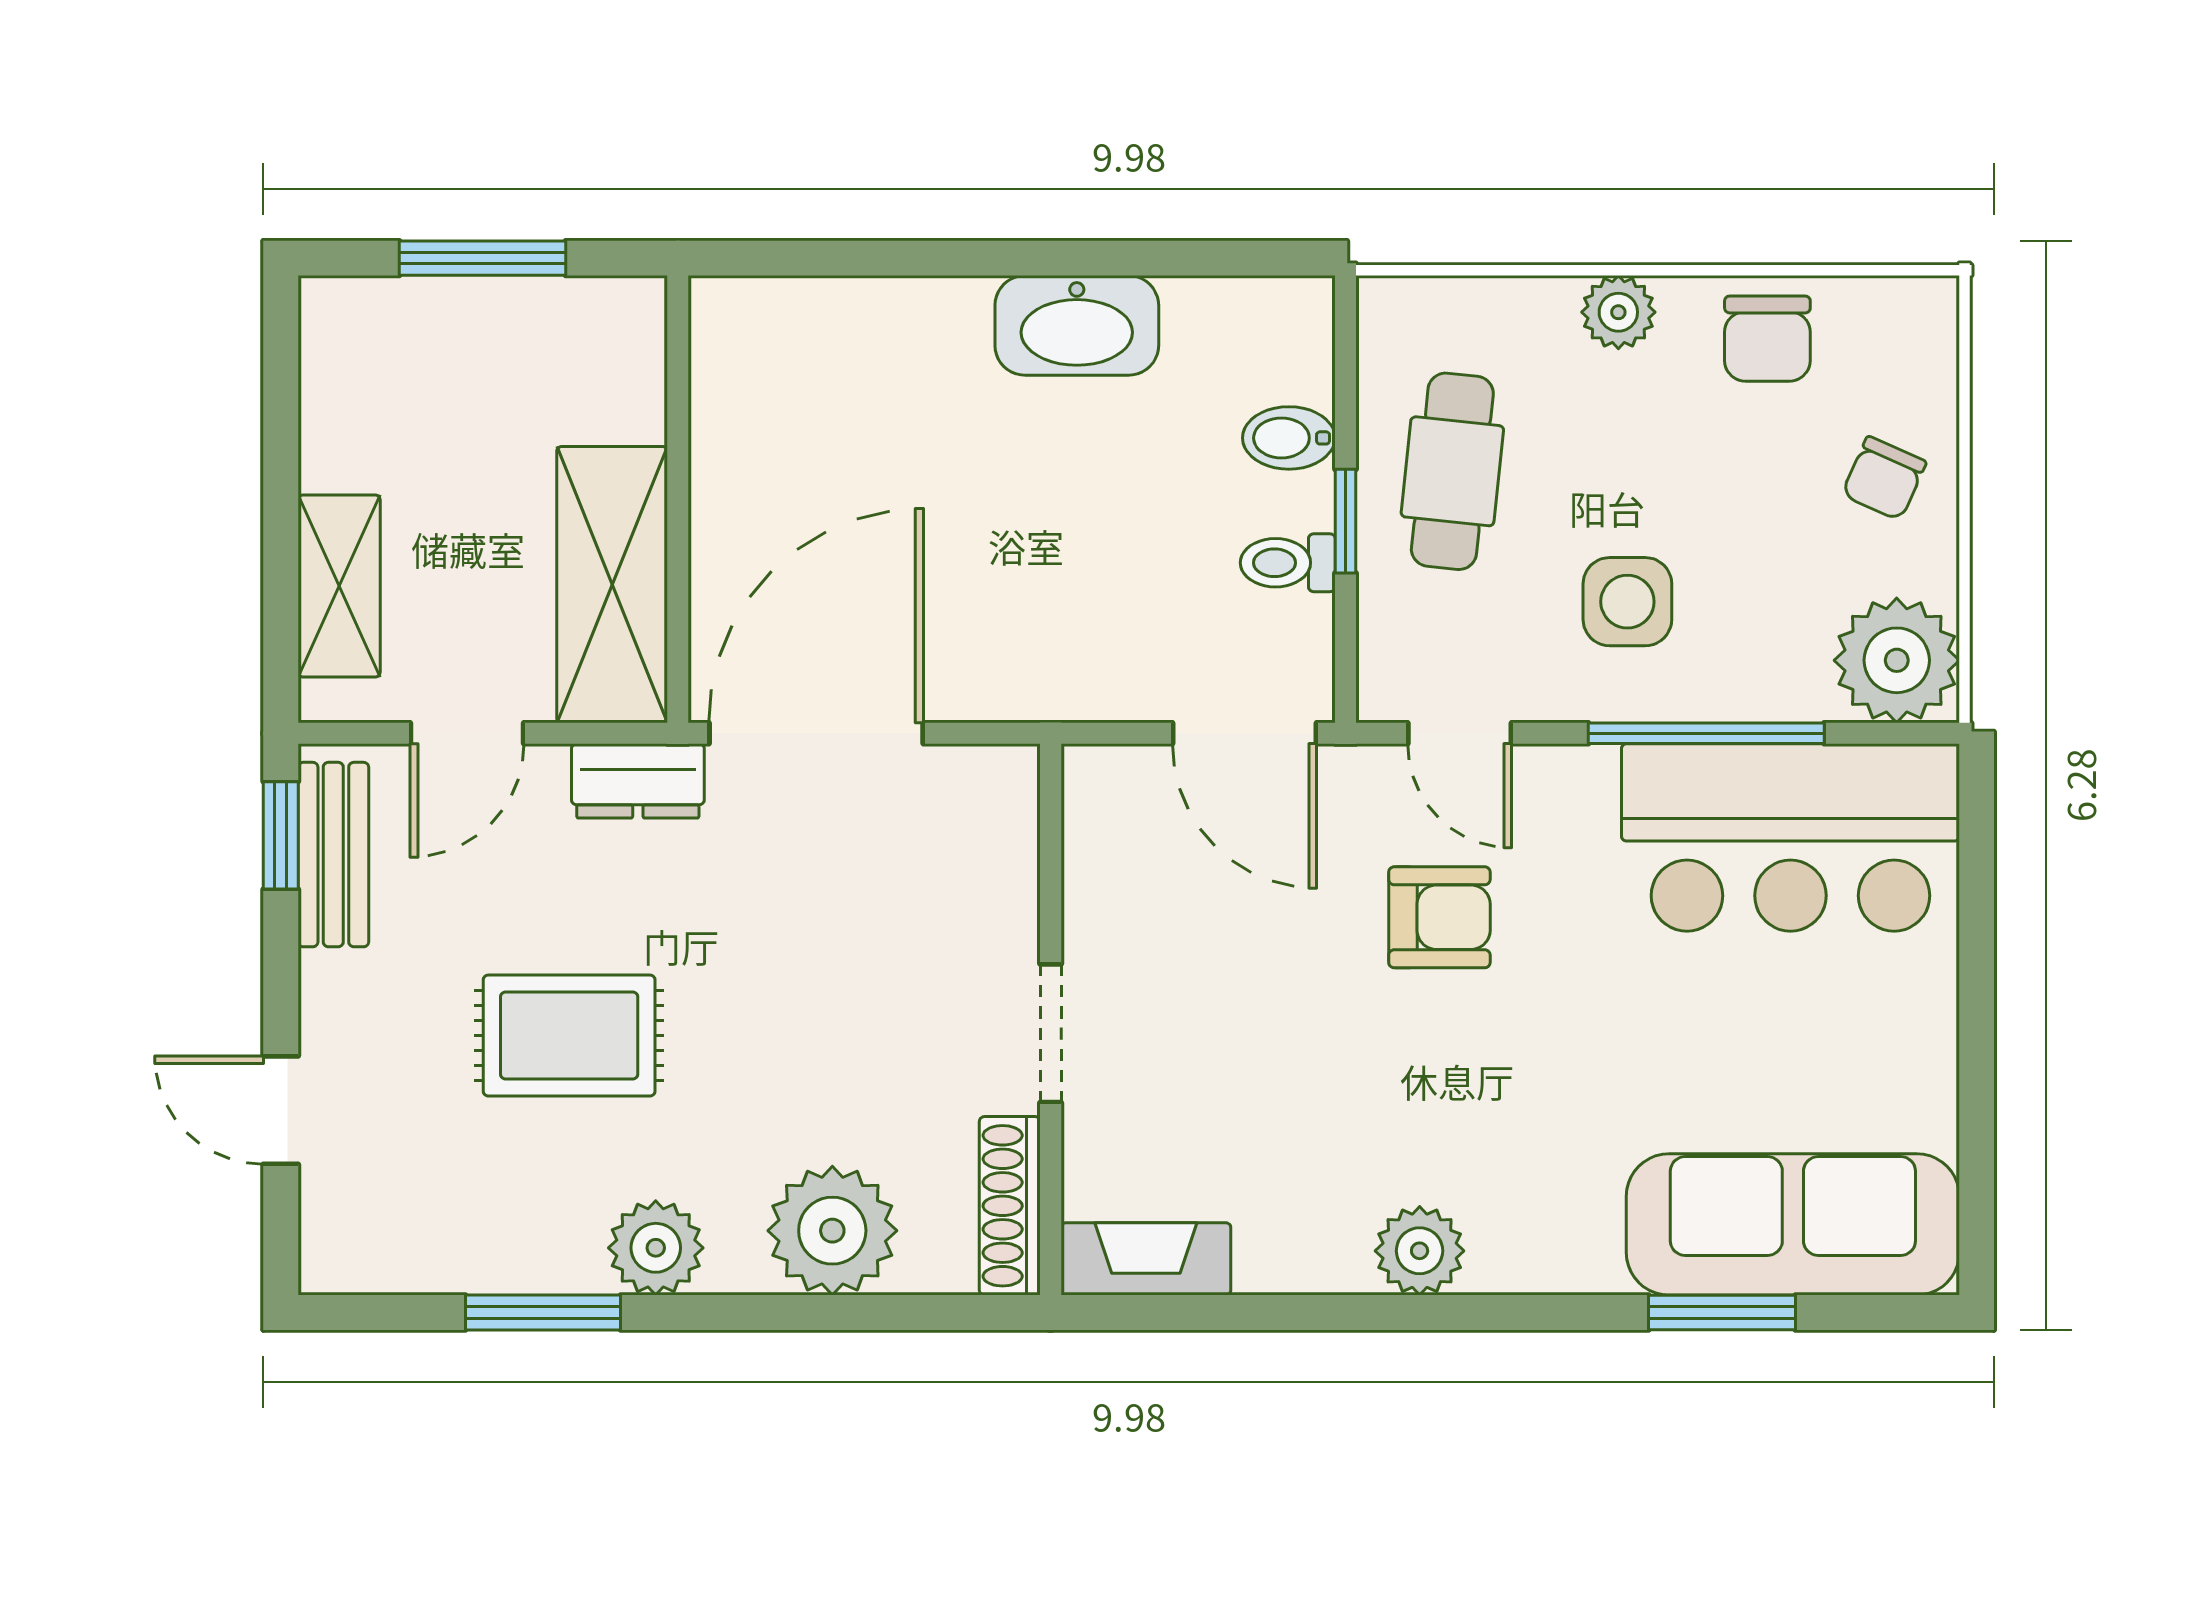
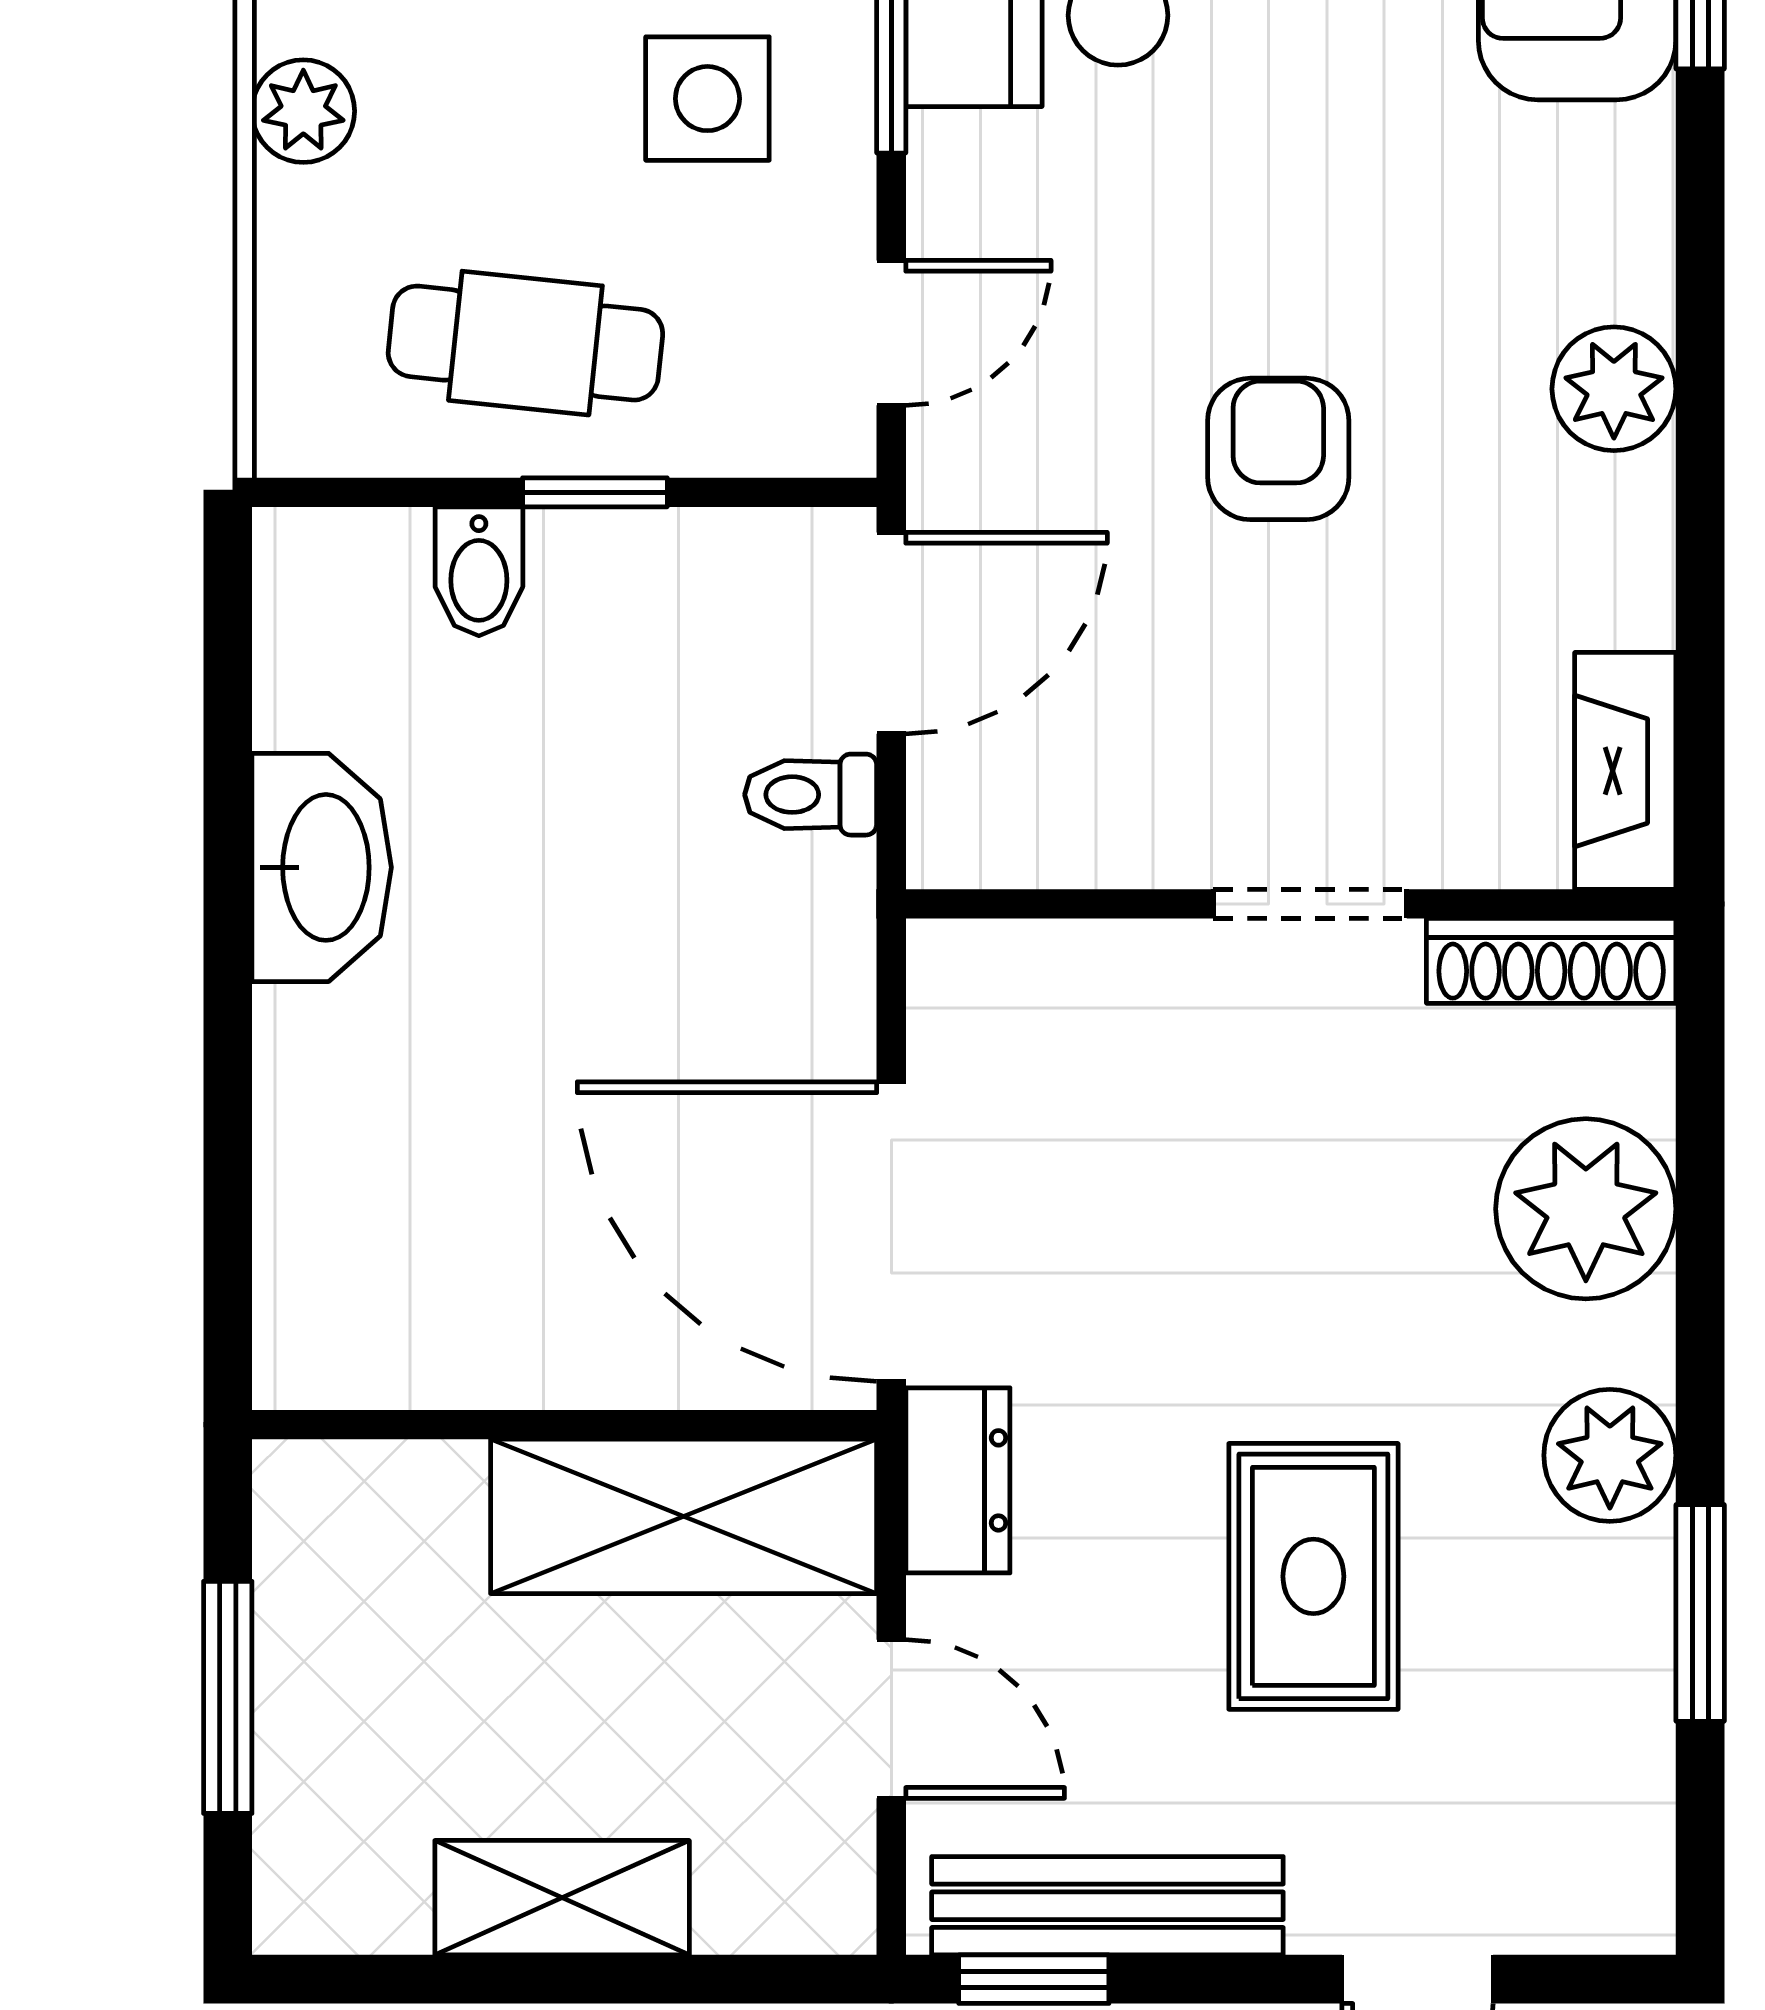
toilet: (1288, 563) -> (811, 795), moved, turned 90
shelving: (339, 586) -> (562, 1898), moved
bench: (333, 855) -> (1107, 1906), width x1.36
armchair: (1439, 917) -> (1278, 449), moved

